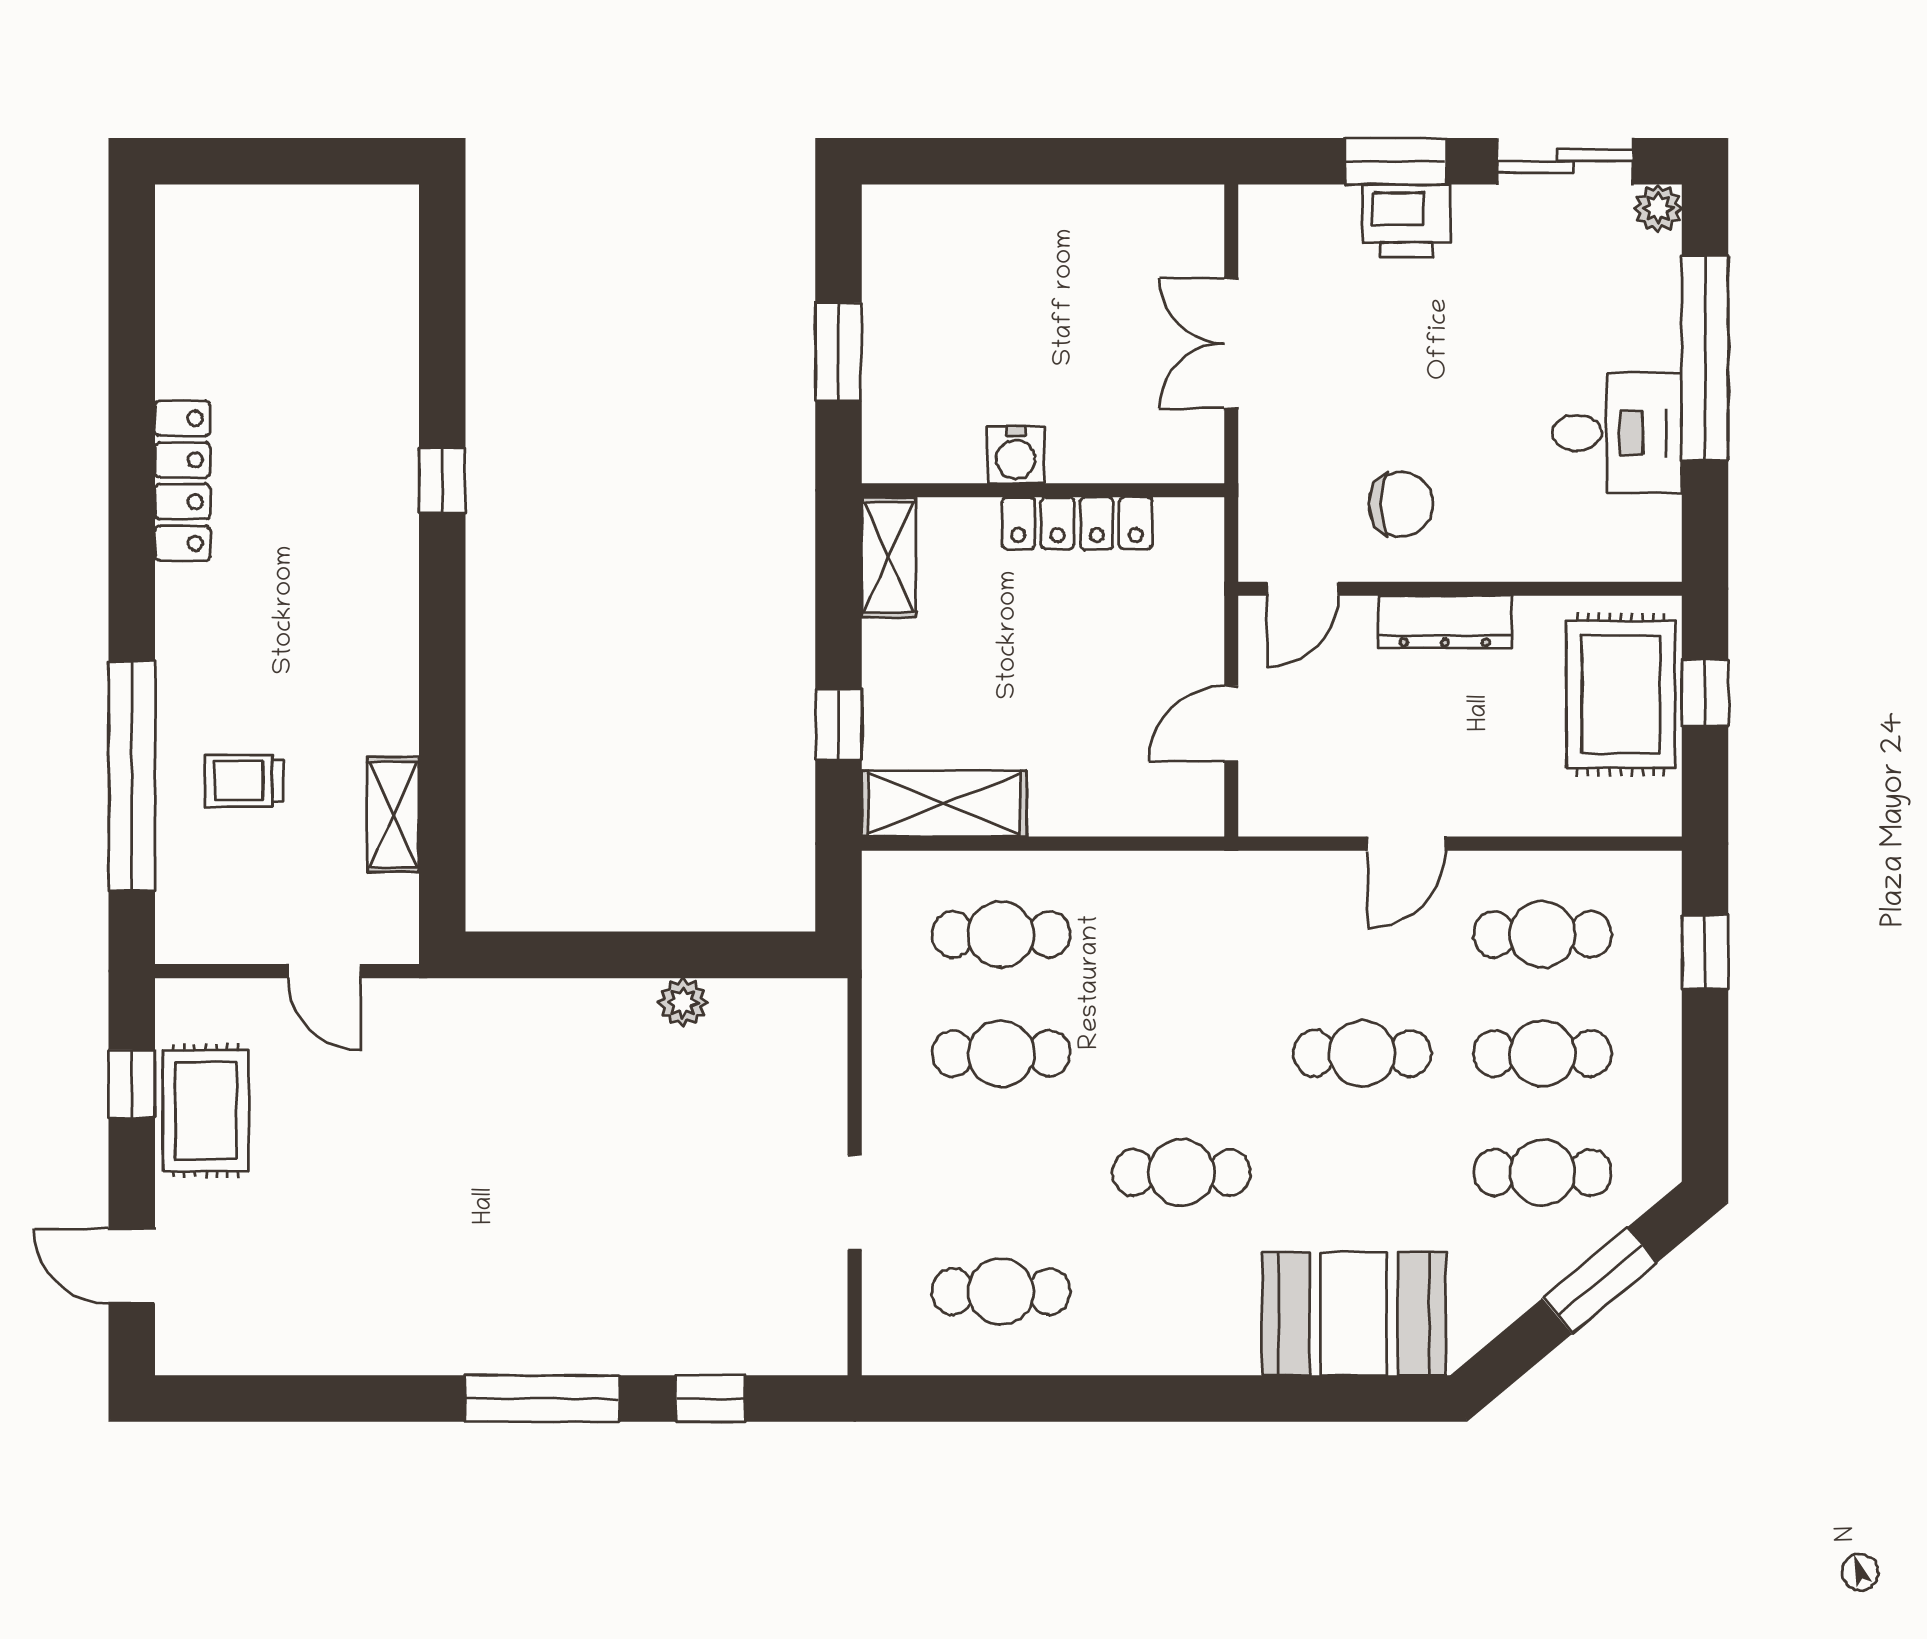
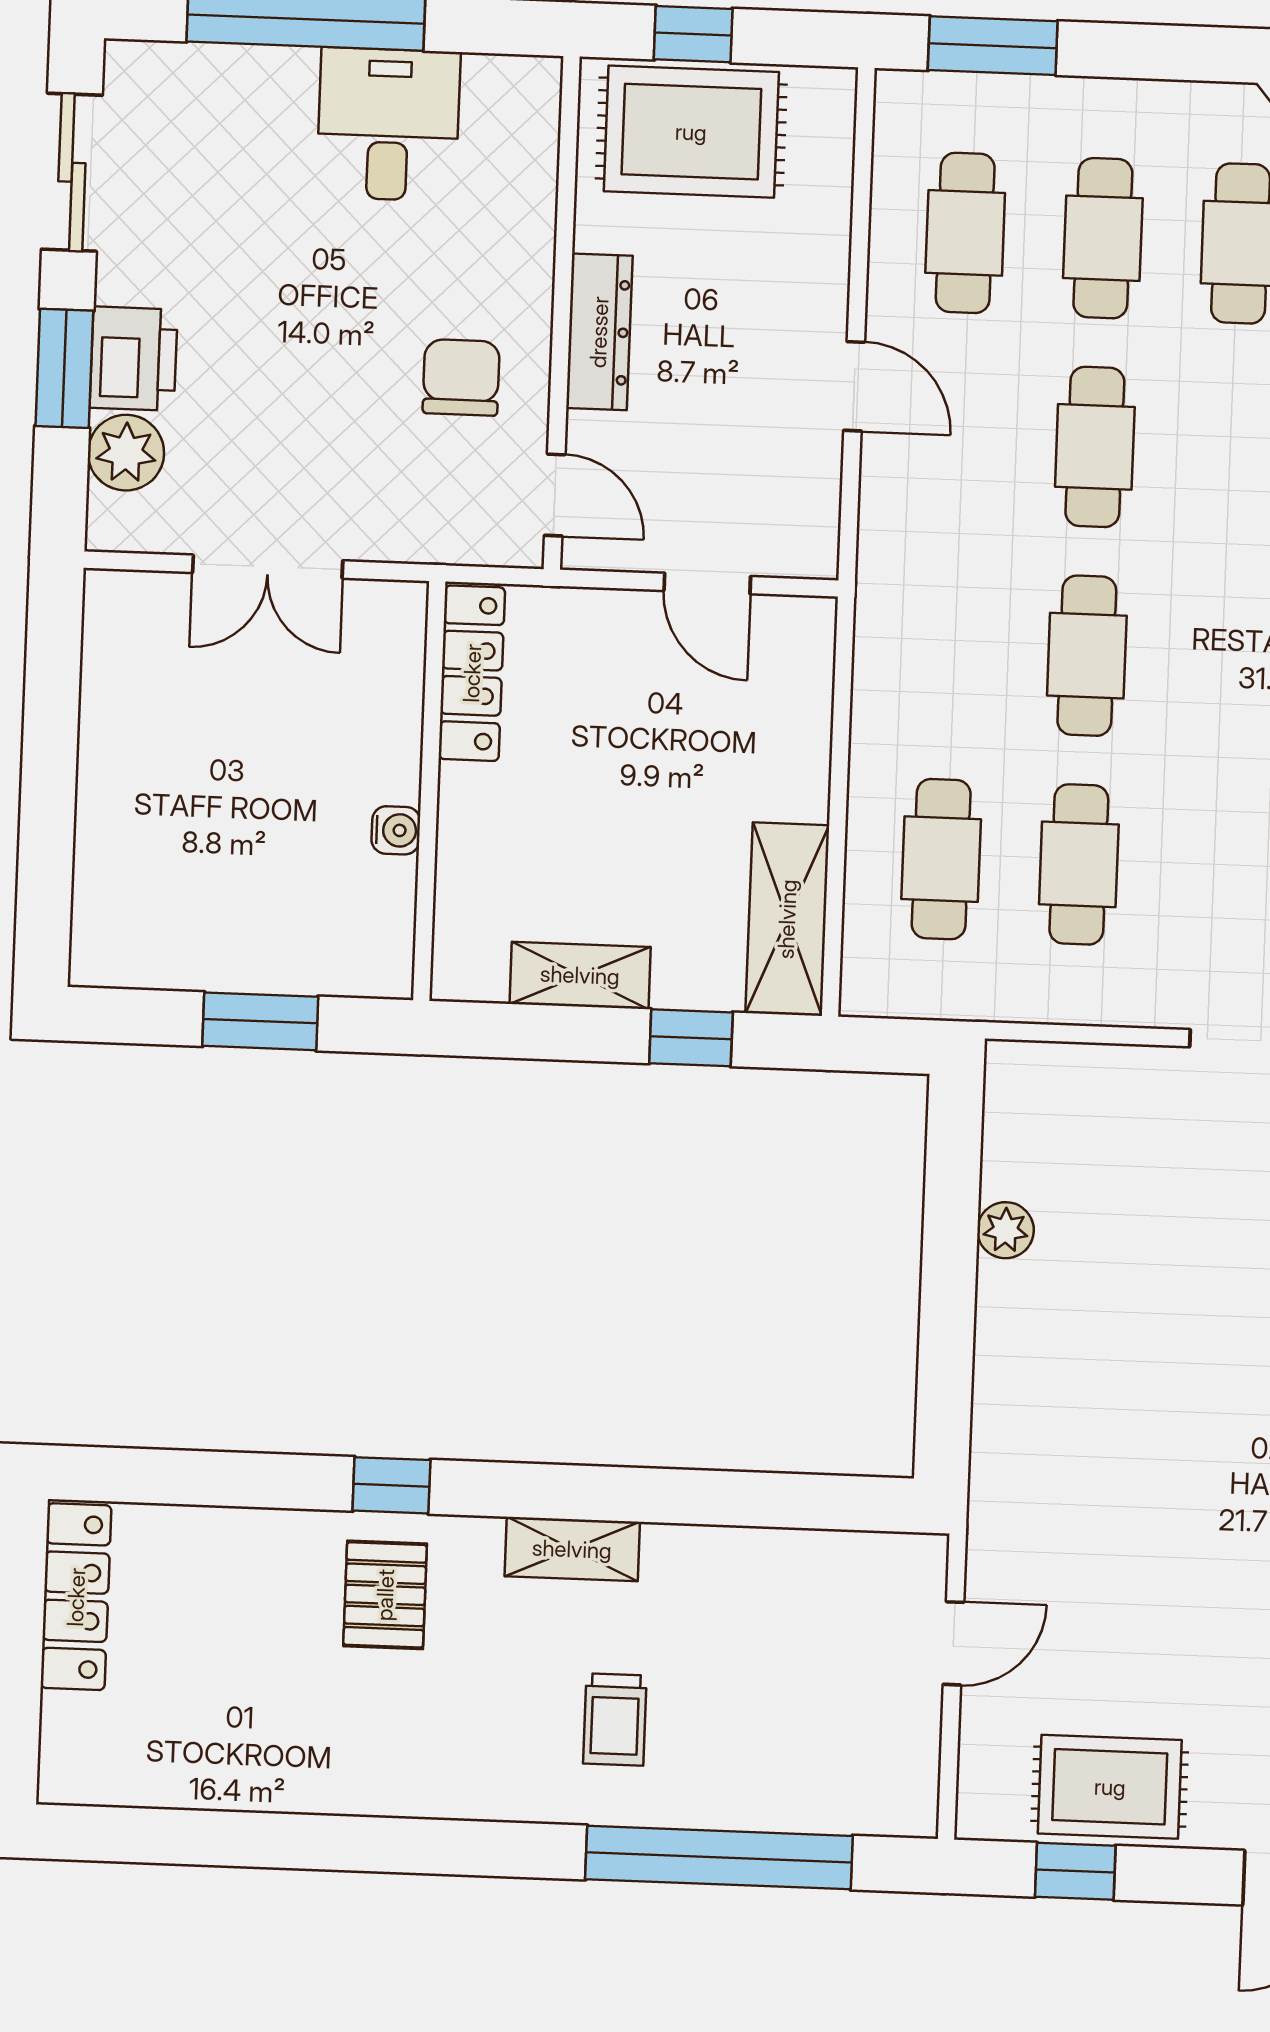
plant: (1658, 208) -> (126, 453), moved, width x1.38, depth x1.38
water cooler: (1016, 455) -> (396, 830), width x0.72, depth x0.72
pallet: (347, 479) -> (385, 1595), added
locker: (183, 481) -> (76, 1597), moved, turned 90
locker: (1077, 523) -> (472, 673), moved
shelving: (889, 557) -> (580, 975), moved
trolley: (244, 781) -> (615, 1719), moved
shelving: (393, 814) -> (572, 1549), moved
window: (1705, 952) -> (993, 46), width x1.50
cafe table: (1182, 1172) -> (1087, 656), moved

